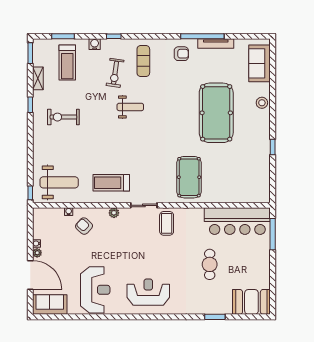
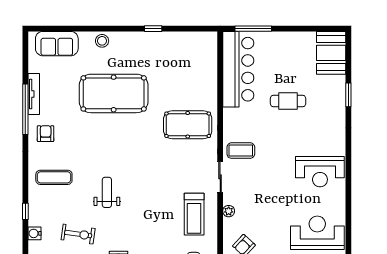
exercise bike: (115, 73) -> (78, 234), moved
reception desk: (148, 292) -> (320, 172), turned -90

